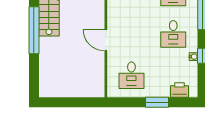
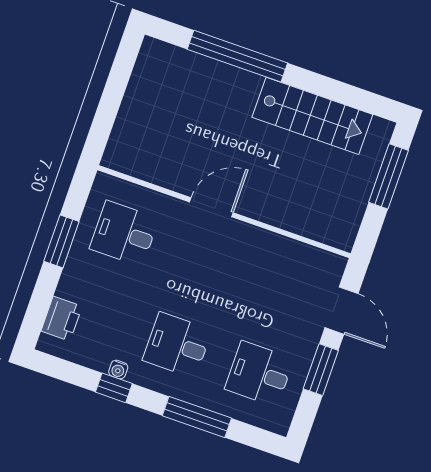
window: (34, 30) -> (237, 56), moved
window: (157, 102) -> (61, 241), moved

